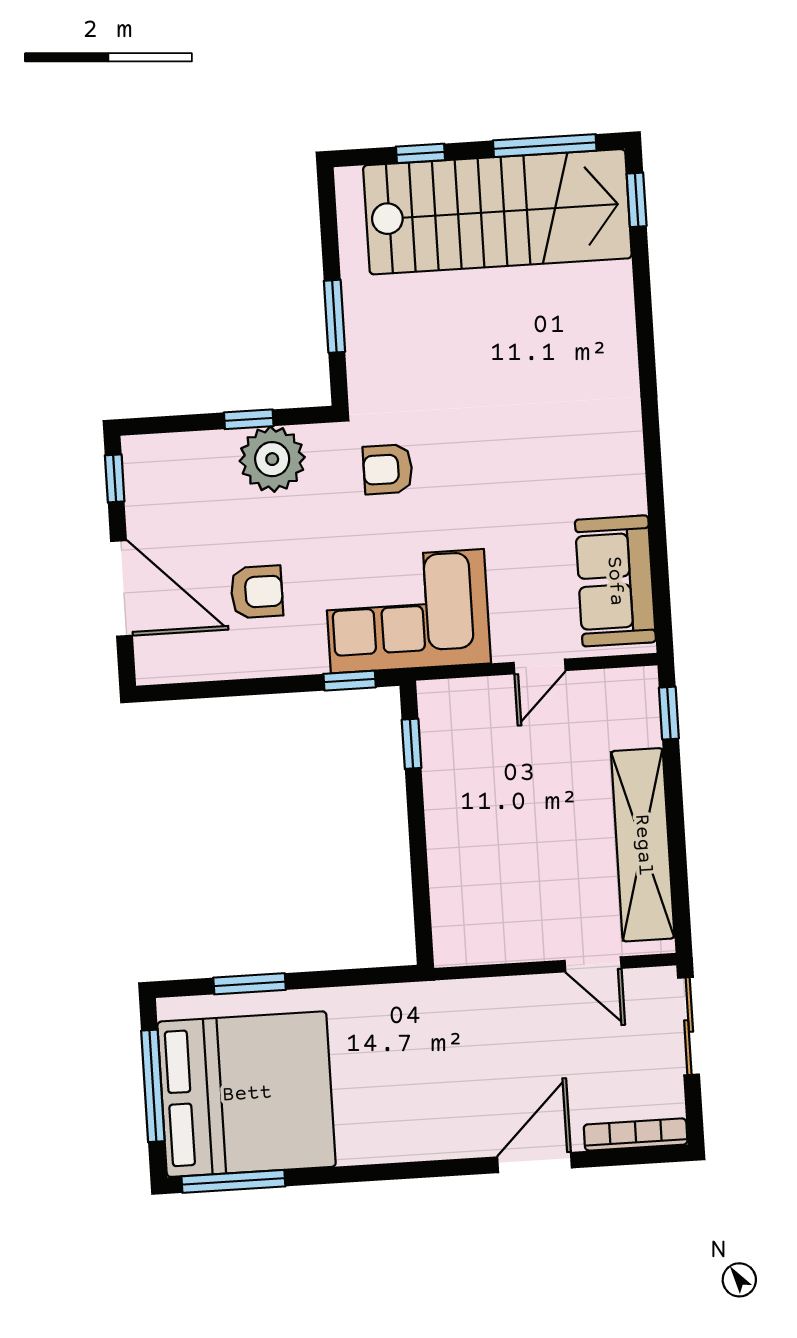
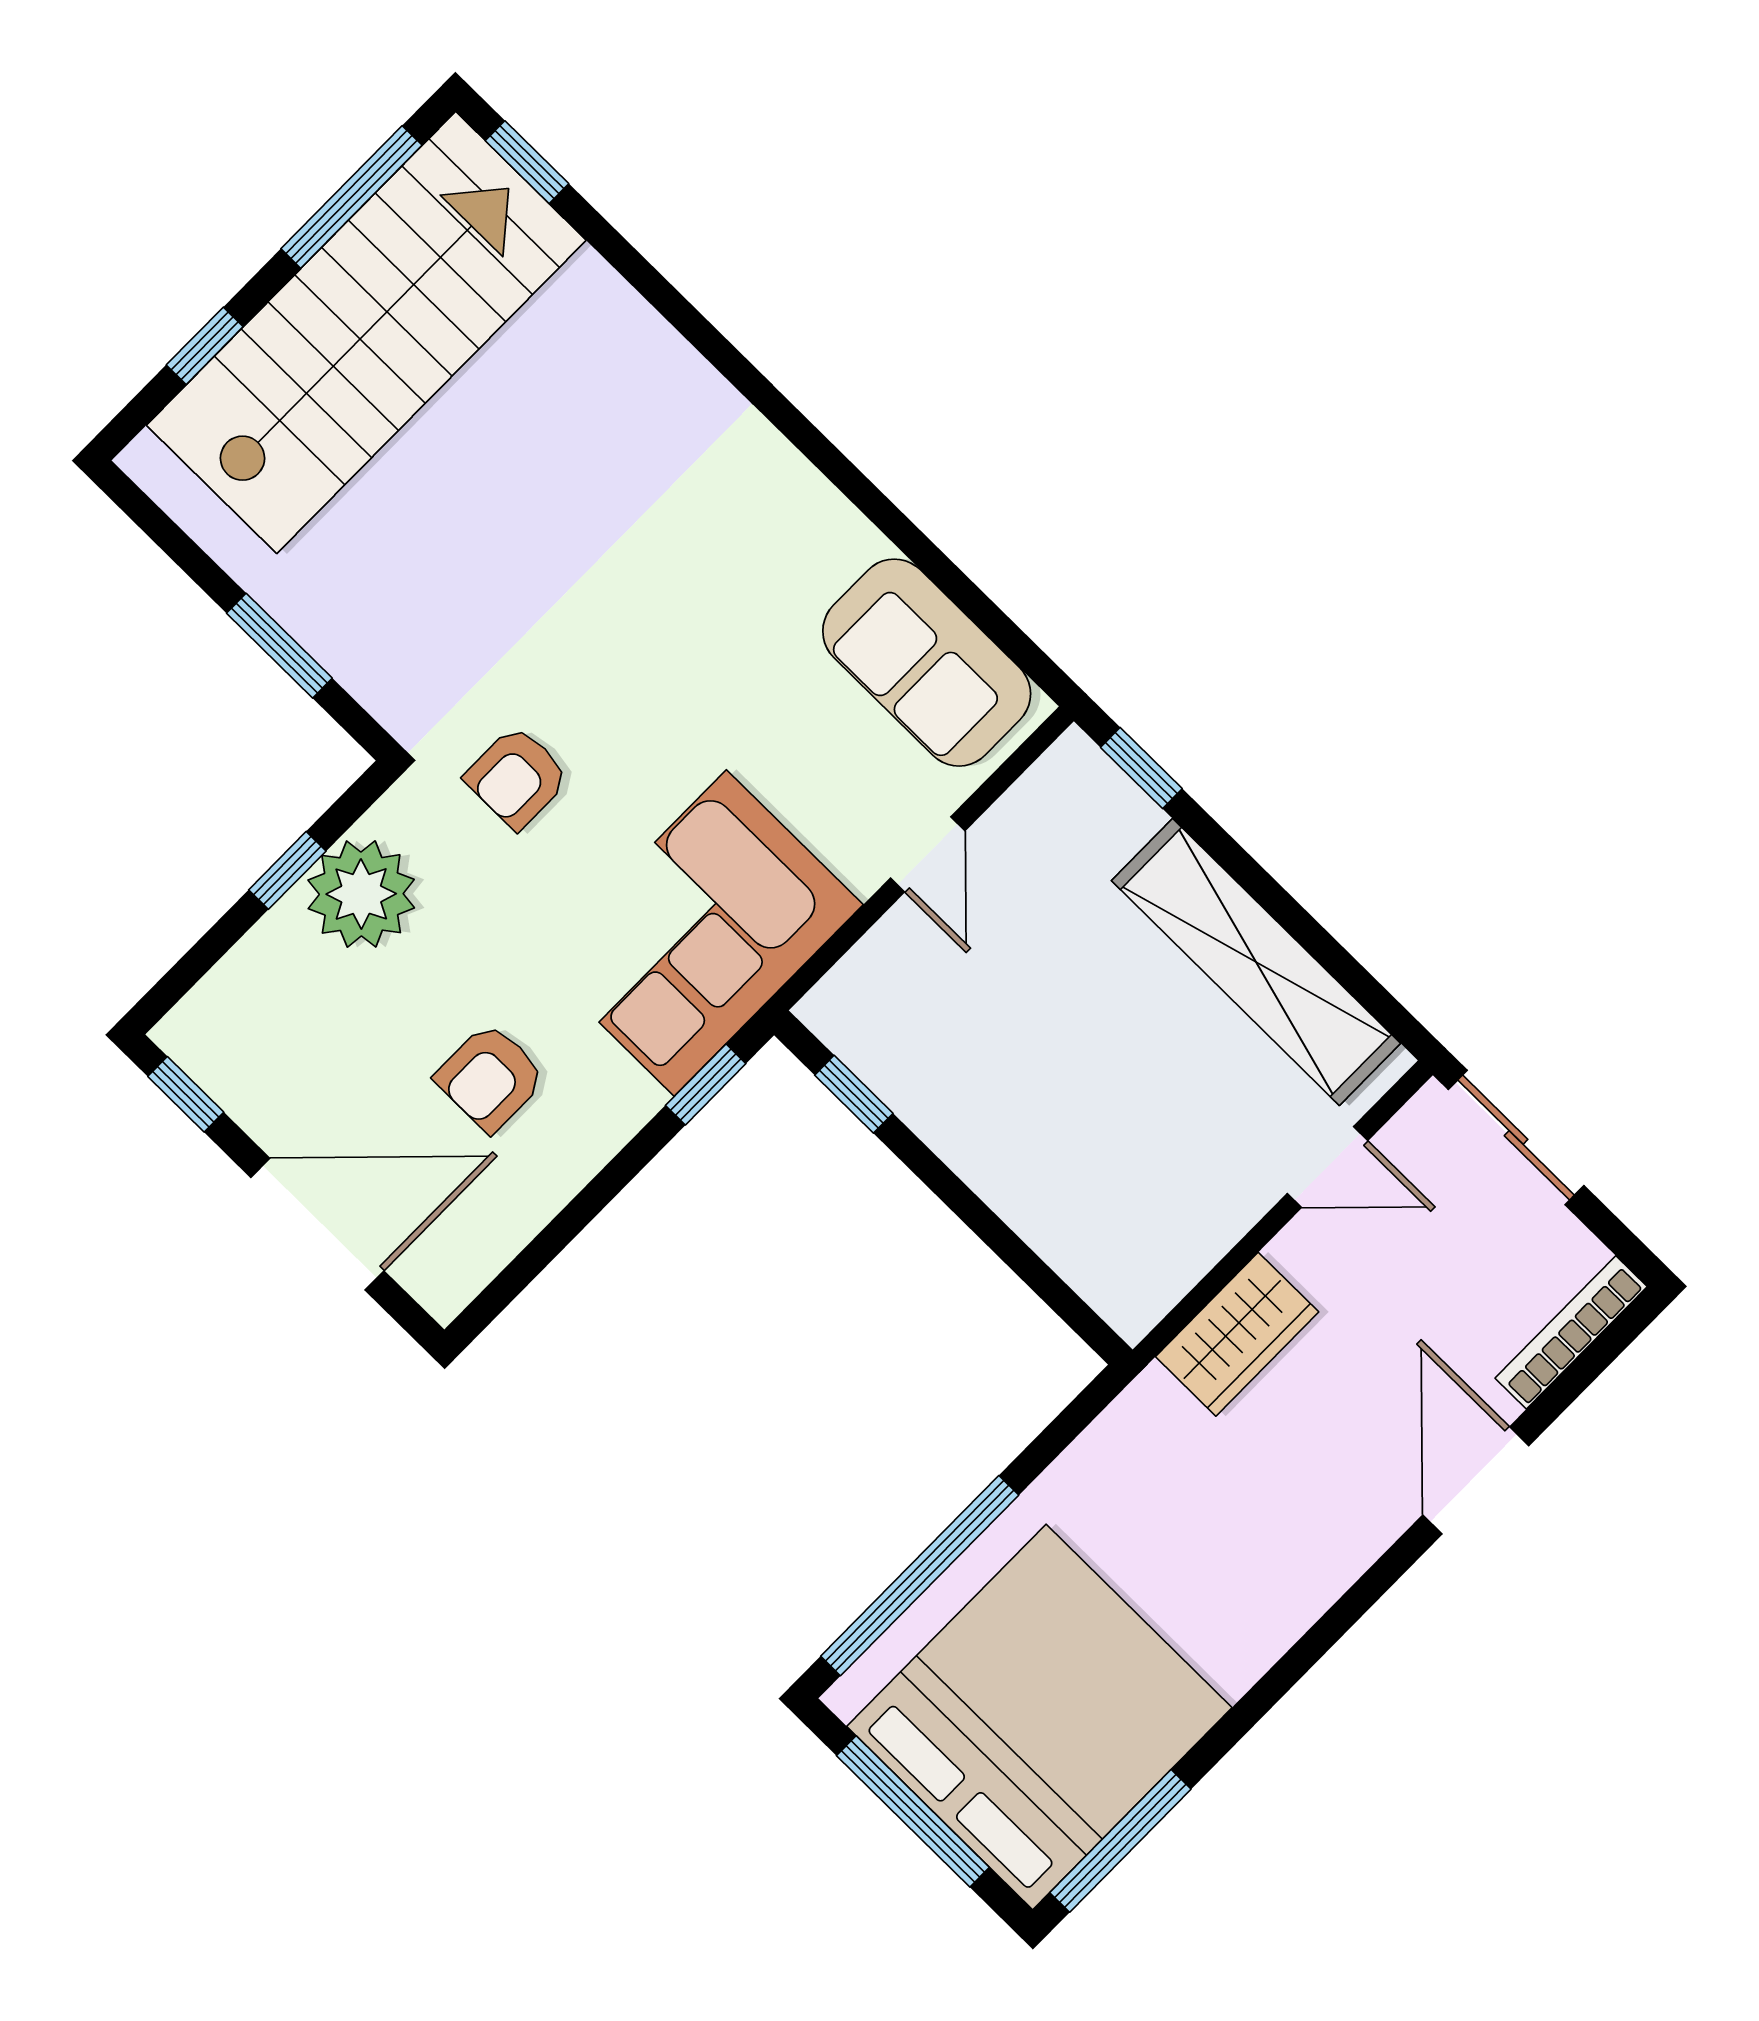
armchair: (257, 592) -> (490, 1077), turned 180
window: (250, 984) -> (920, 1576), width x2.11
wardrobe: (486, 1003) -> (1237, 1334), added

